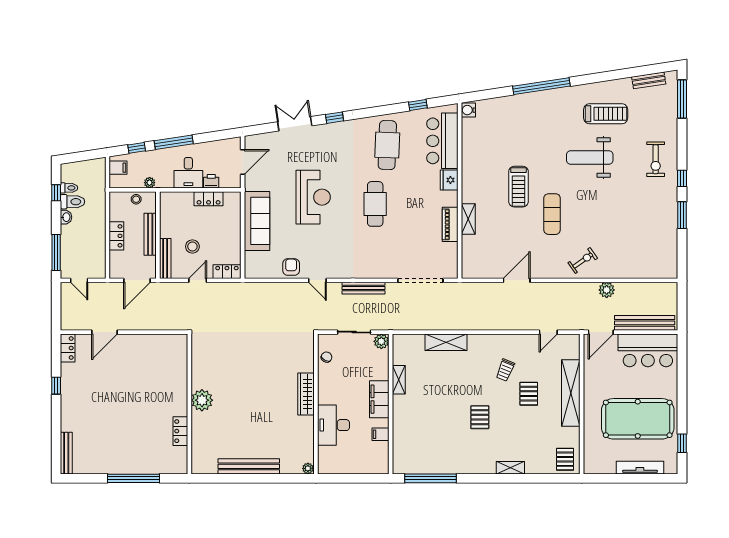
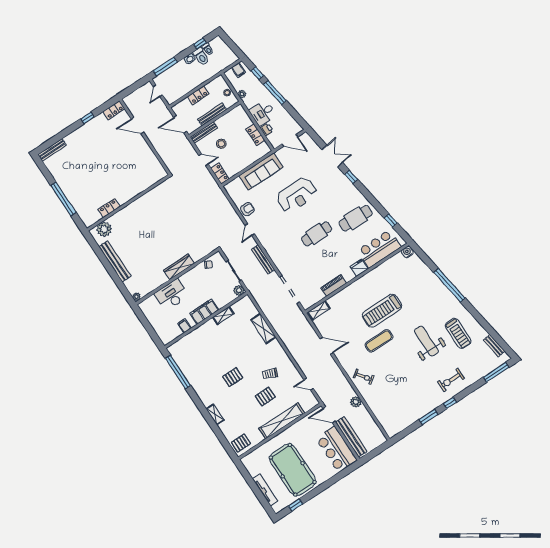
treadmill: (518, 187) -> (382, 311), width x1.37, depth x1.38
shelving: (468, 219) -> (319, 310), moved
plant: (202, 400) -> (104, 229), moved

